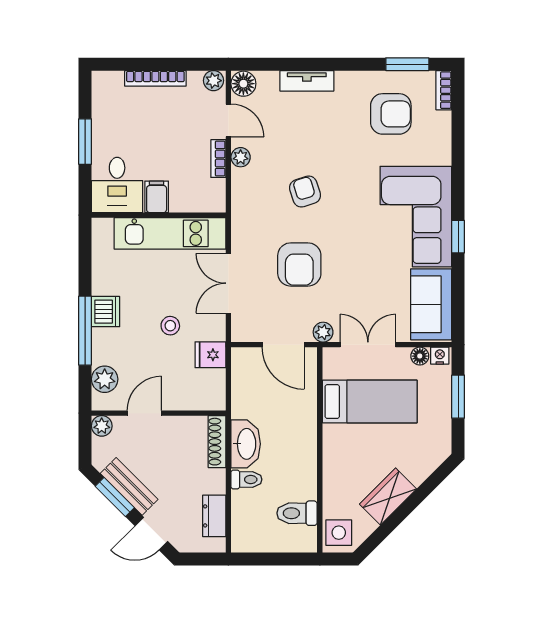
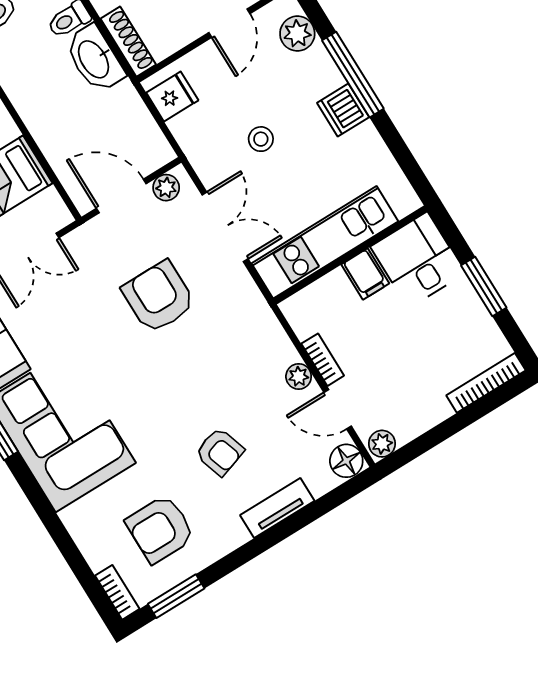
bookcase: (155, 78) -> (486, 383), moved
armchair: (305, 191) -> (220, 452), moved
plant: (323, 332) -> (166, 188), moved
fridge: (210, 355) -> (172, 96), moved

